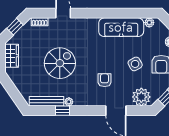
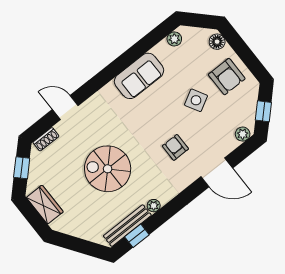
sofa: (121, 27) -> (139, 76), width x0.73
spiral stairs: (60, 63) -> (108, 169), turned -90
plant: (141, 97) -> (243, 134), width x0.53, depth x0.53
window: (62, 111) -> (137, 236), moved

